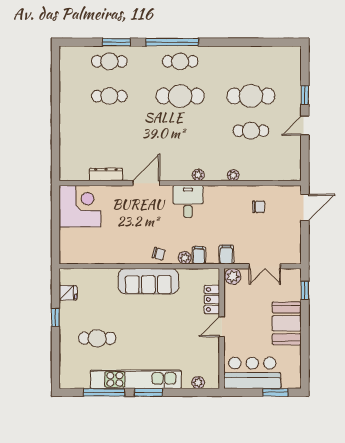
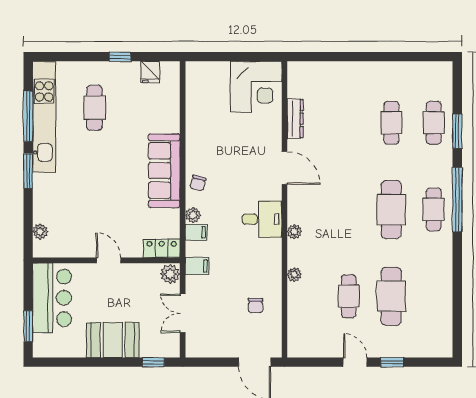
locker: (212, 299) -> (162, 248), moved
kitchen unit: (136, 379) -> (44, 117), moved

